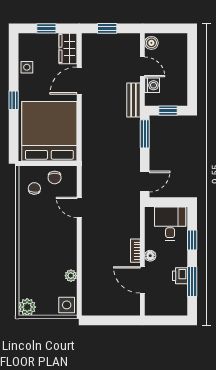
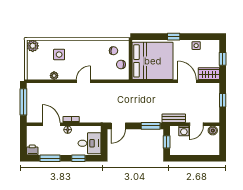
door: (145, 181) -> (118, 126), hinge flipped
door: (79, 207) -> (83, 81), moved
printer: (180, 276) -> (32, 150), moved
door: (142, 280) -> (51, 124), hinge flipped
side table: (67, 305) -> (59, 55), moved
window: (109, 320) -> (23, 102), added

